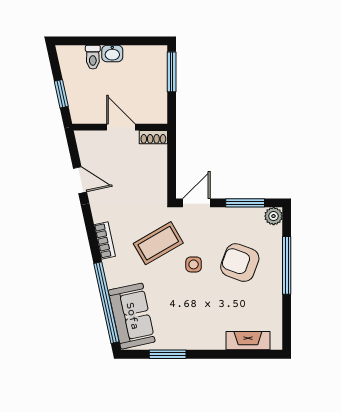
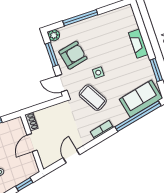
armchair: (240, 263) -> (73, 55), moved, turned -122
fireplace: (248, 341) -> (138, 44), moved

